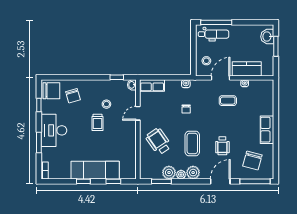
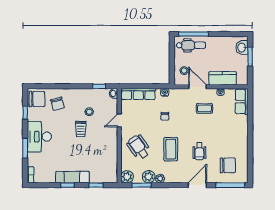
door: (220, 78) -> (198, 87), hinge flipped
row of seats: (152, 85) -> (138, 94), width x1.48
row of seats: (267, 130) -> (242, 102), moved
chair: (252, 161) -> (228, 165), turned -105
exam couch: (95, 170) -> (72, 177), width x0.73, depth x0.69
plant: (193, 173) -> (127, 177), moved

